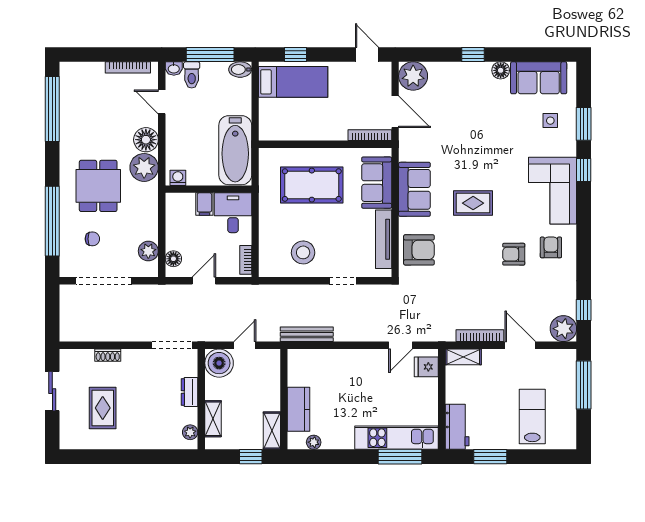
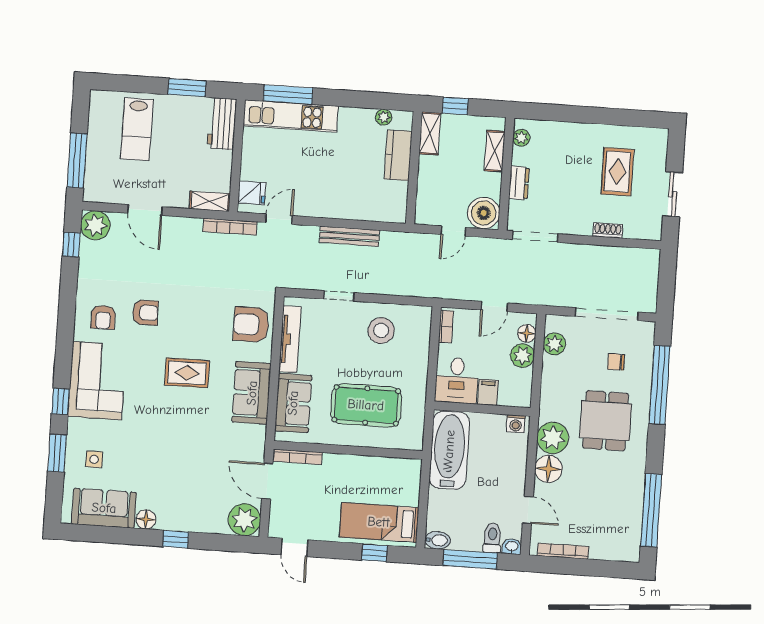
plant: (176, 239) -> (522, 356), added
bench: (307, 334) -> (349, 236), moved
bookcase: (480, 336) -> (230, 227), moved

